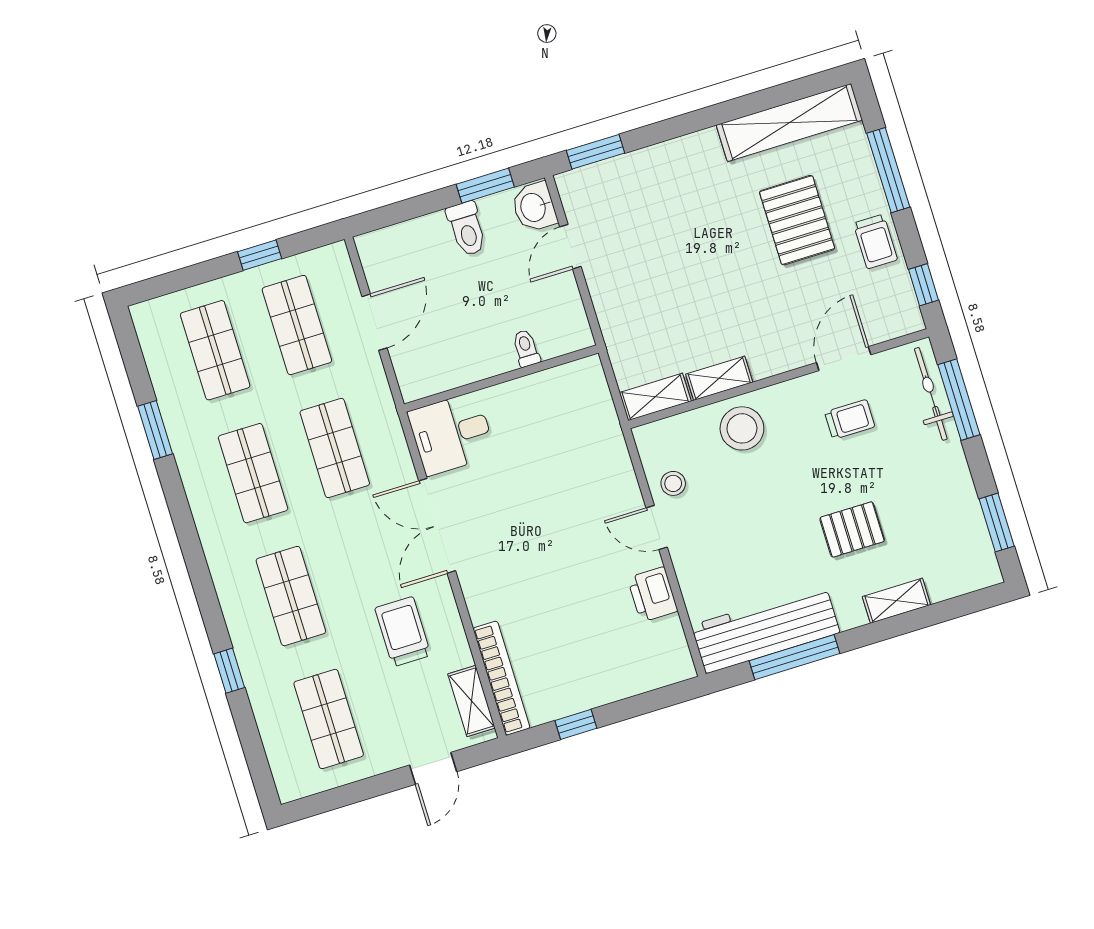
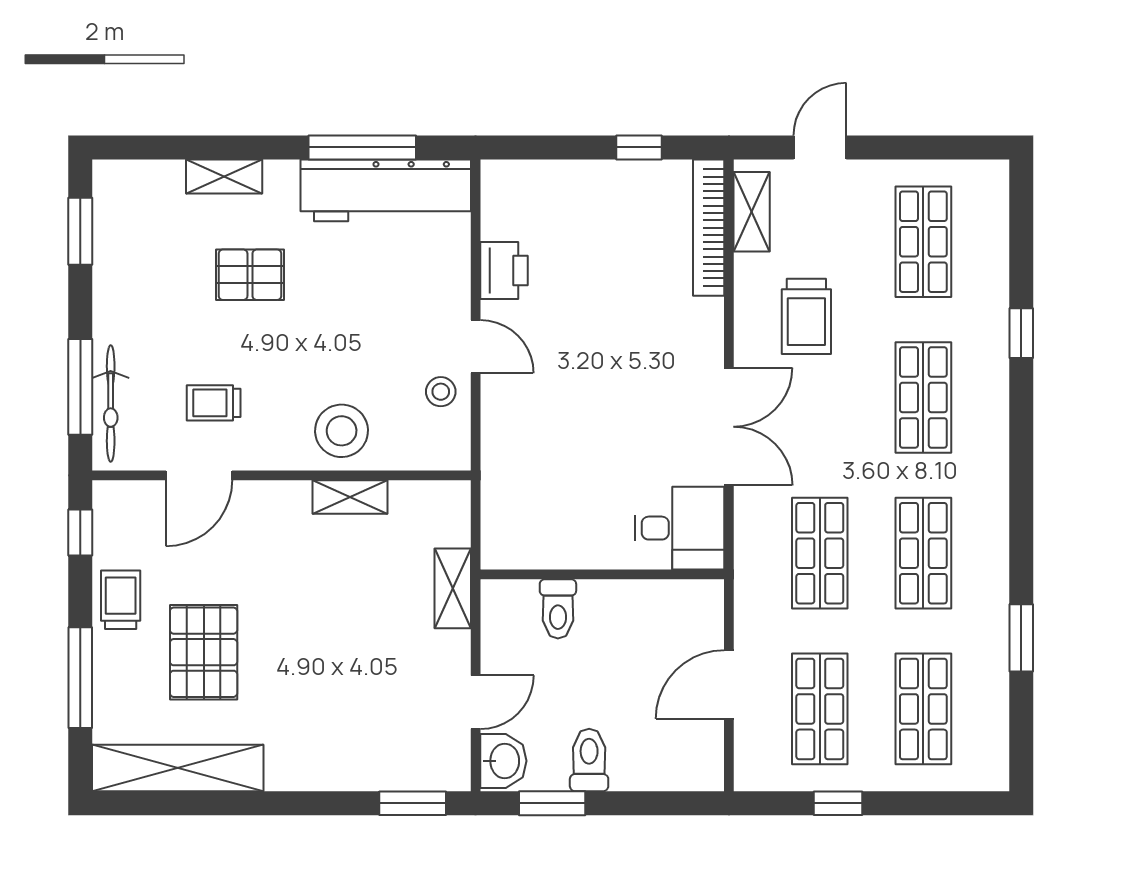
toilet: (526, 348) -> (558, 609), width x1.37, depth x1.39
shelving: (655, 397) -> (453, 588), moved, turned 90

